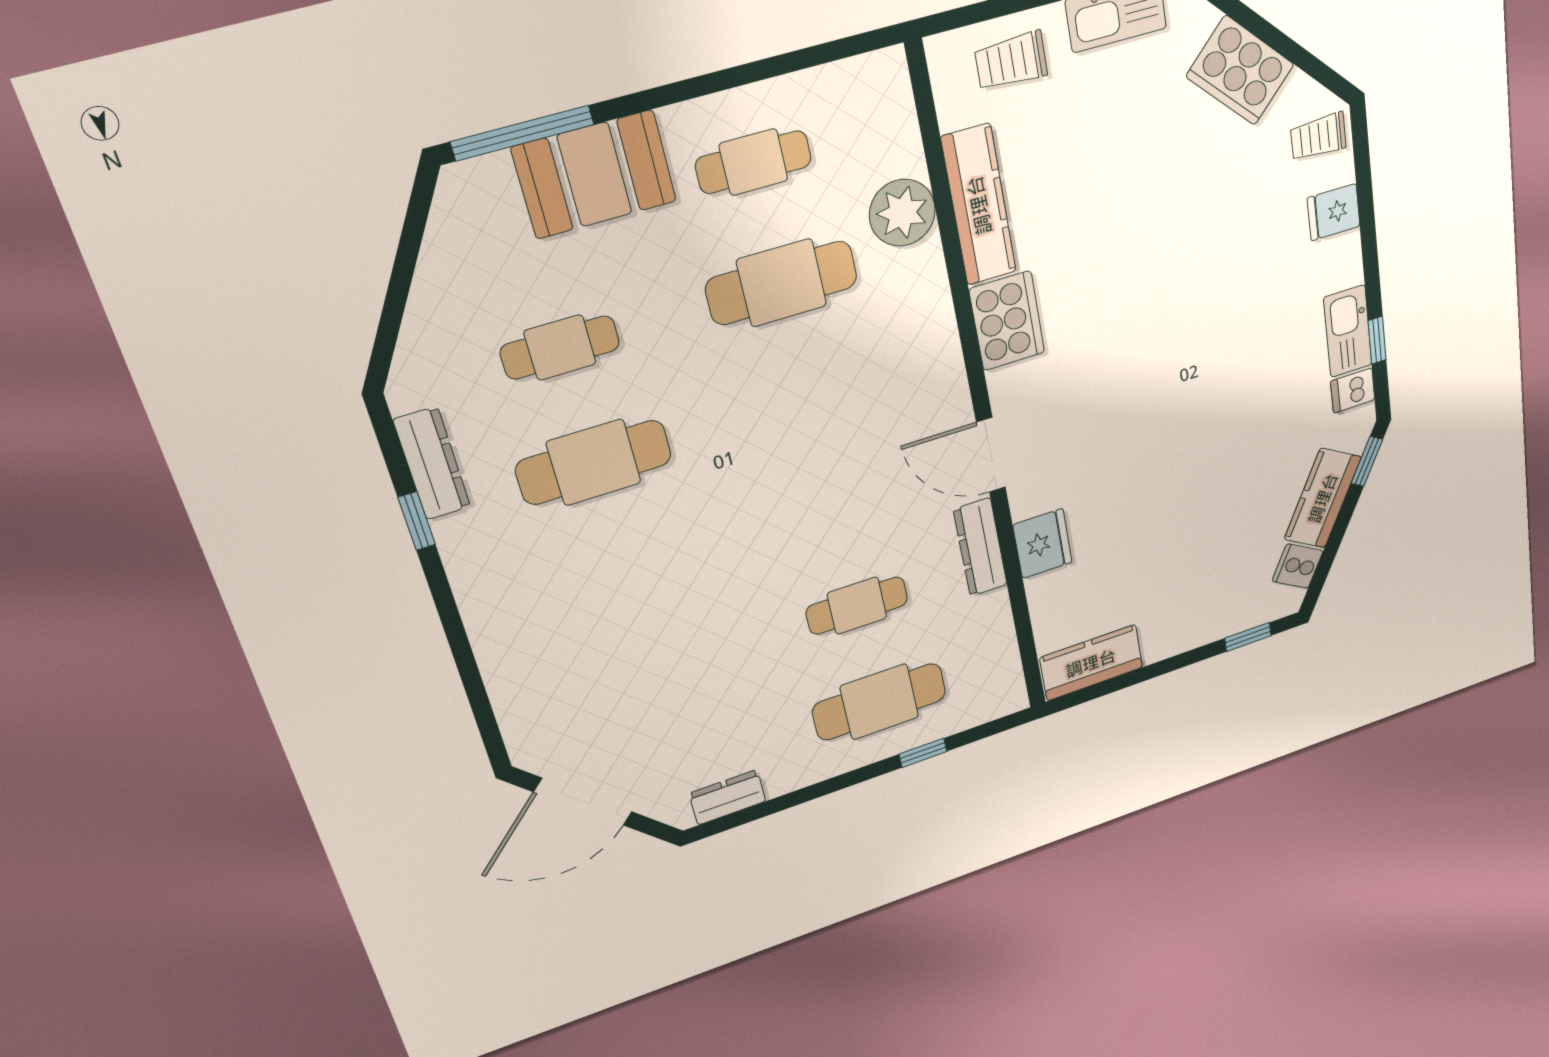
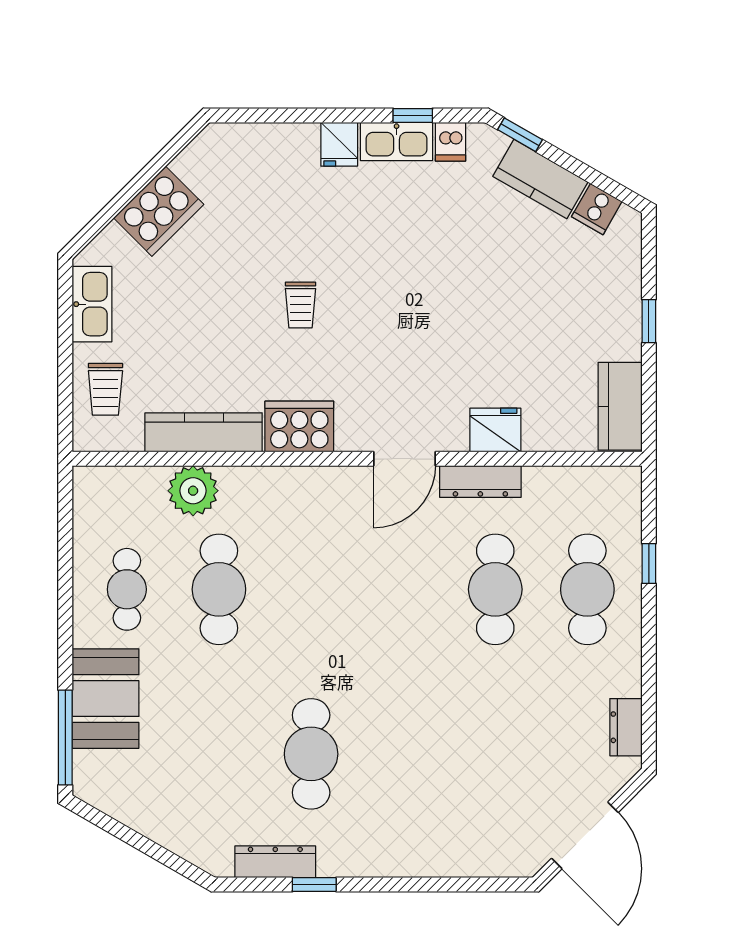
trolley: (1318, 137) -> (300, 305), moved
fridge: (1334, 212) -> (339, 144), moved
cafe table: (560, 348) -> (219, 754), removed
cafe table: (857, 606) -> (495, 589), width x1.37, depth x1.35
window: (1248, 637) -> (649, 321), moved

